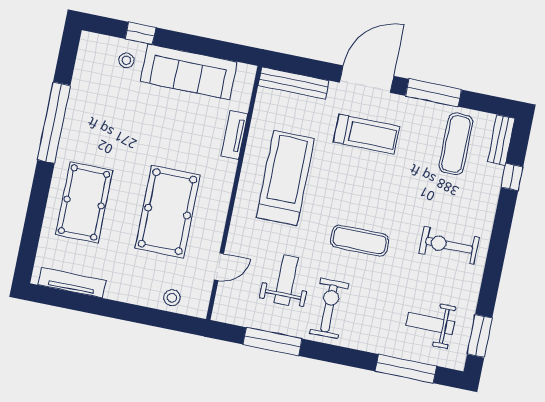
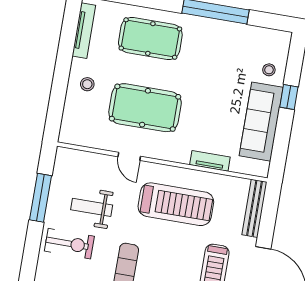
window: (141, 33) -> (289, 97), moved
door: (219, 267) -> (129, 156), moved
weight bench: (286, 280) -> (92, 207), turned 180
stool: (172, 298) -> (87, 84), moved

